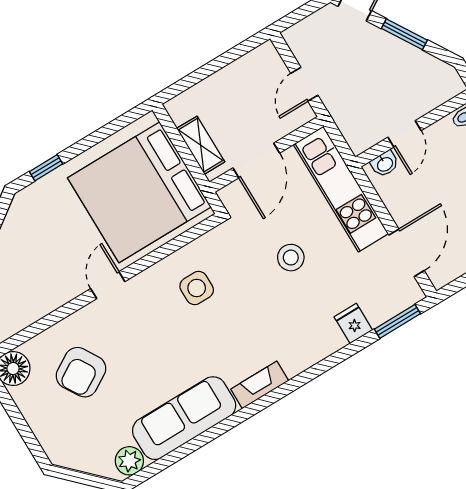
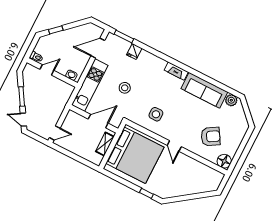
door: (304, 84) -> (55, 133), moved
door: (404, 134) -> (47, 70), moved
door: (108, 285) -> (174, 146), hinge flipped

